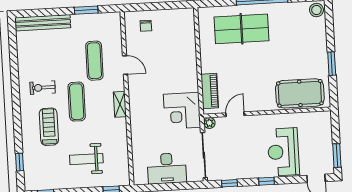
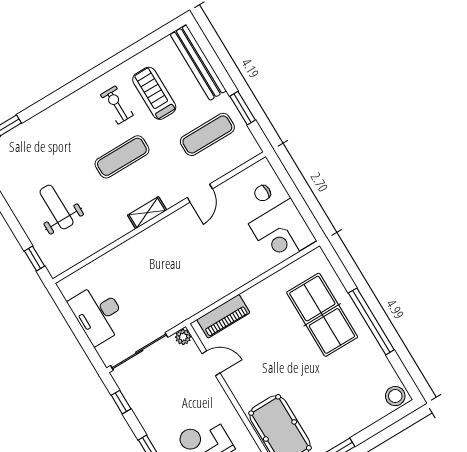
exercise mat: (94, 61) -> (207, 134), moved
corner desk: (182, 111) -> (282, 232), moved, turned -90
treadmill: (49, 127) -> (154, 93), moved, turned -90

